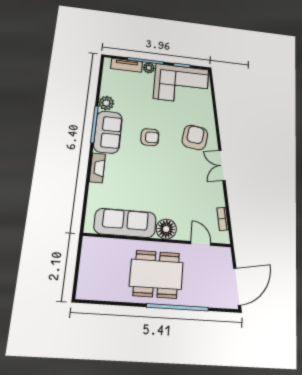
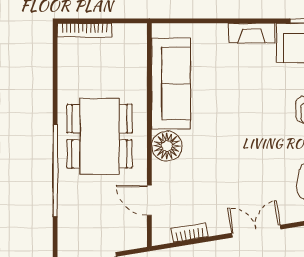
double door: (222, 165) -> (256, 231), moved
door: (201, 243) -> (149, 200), swing flipped
bookcase: (82, 280) -> (85, 30), added

